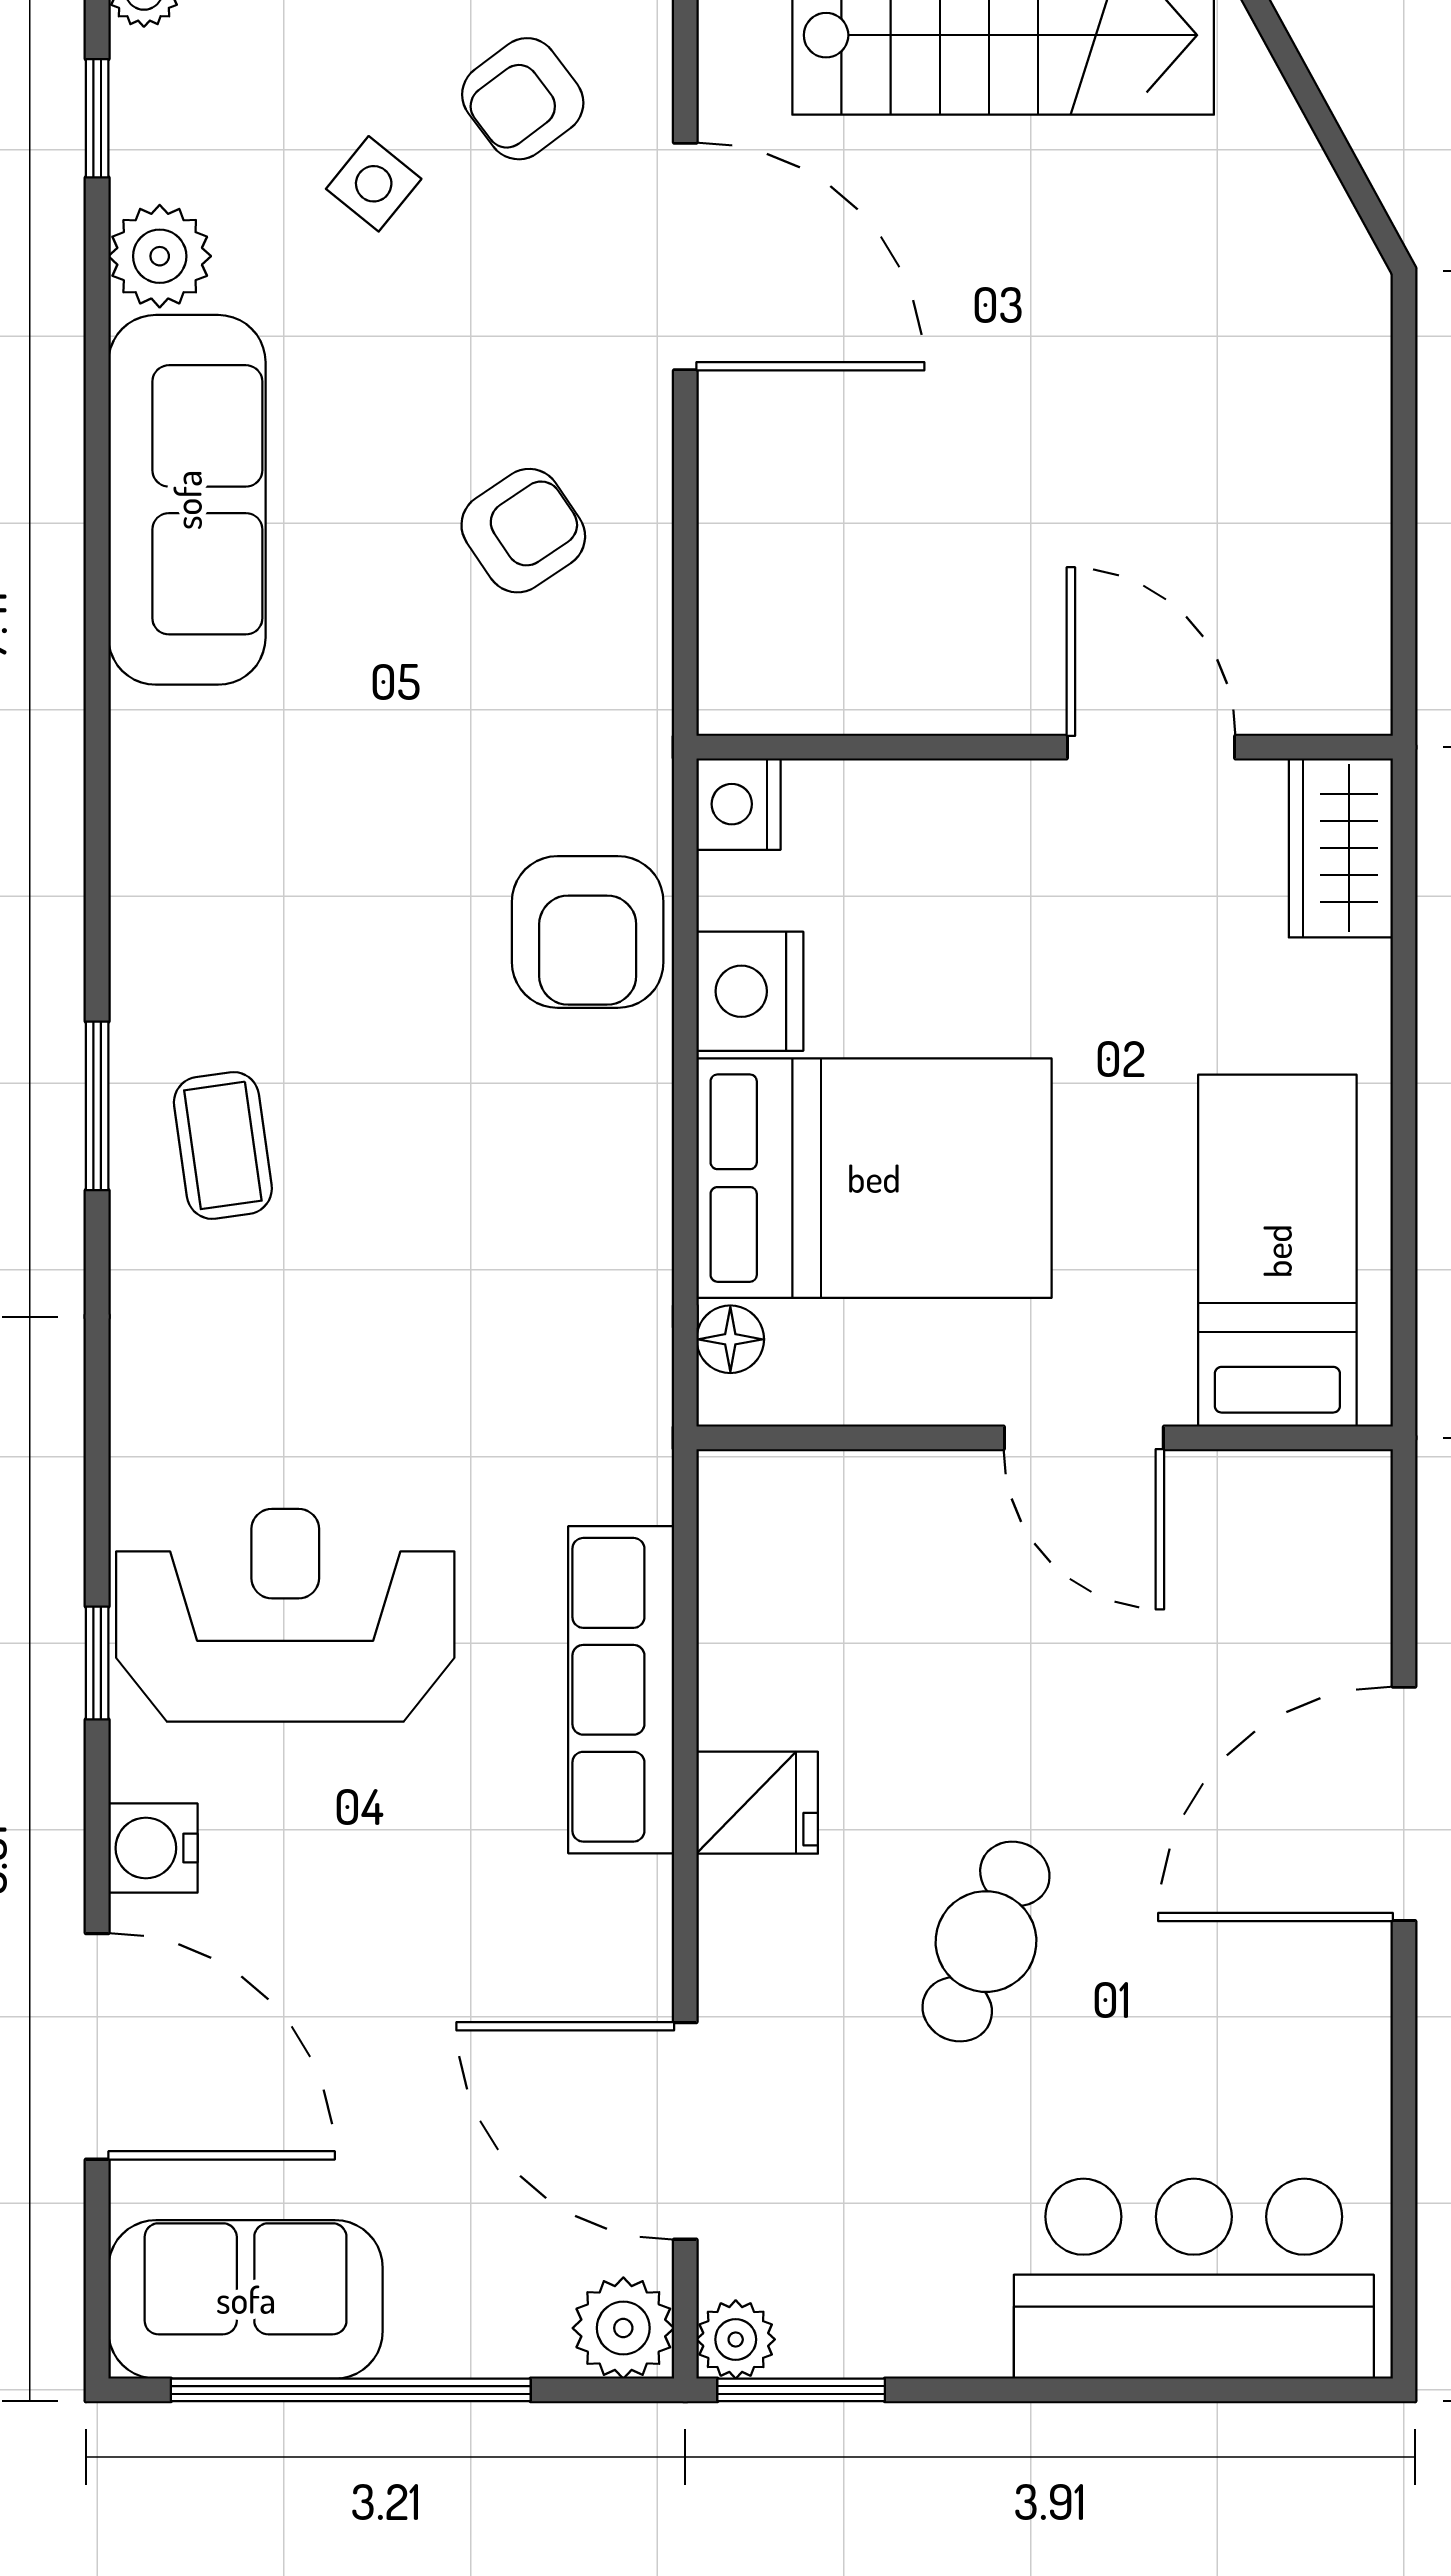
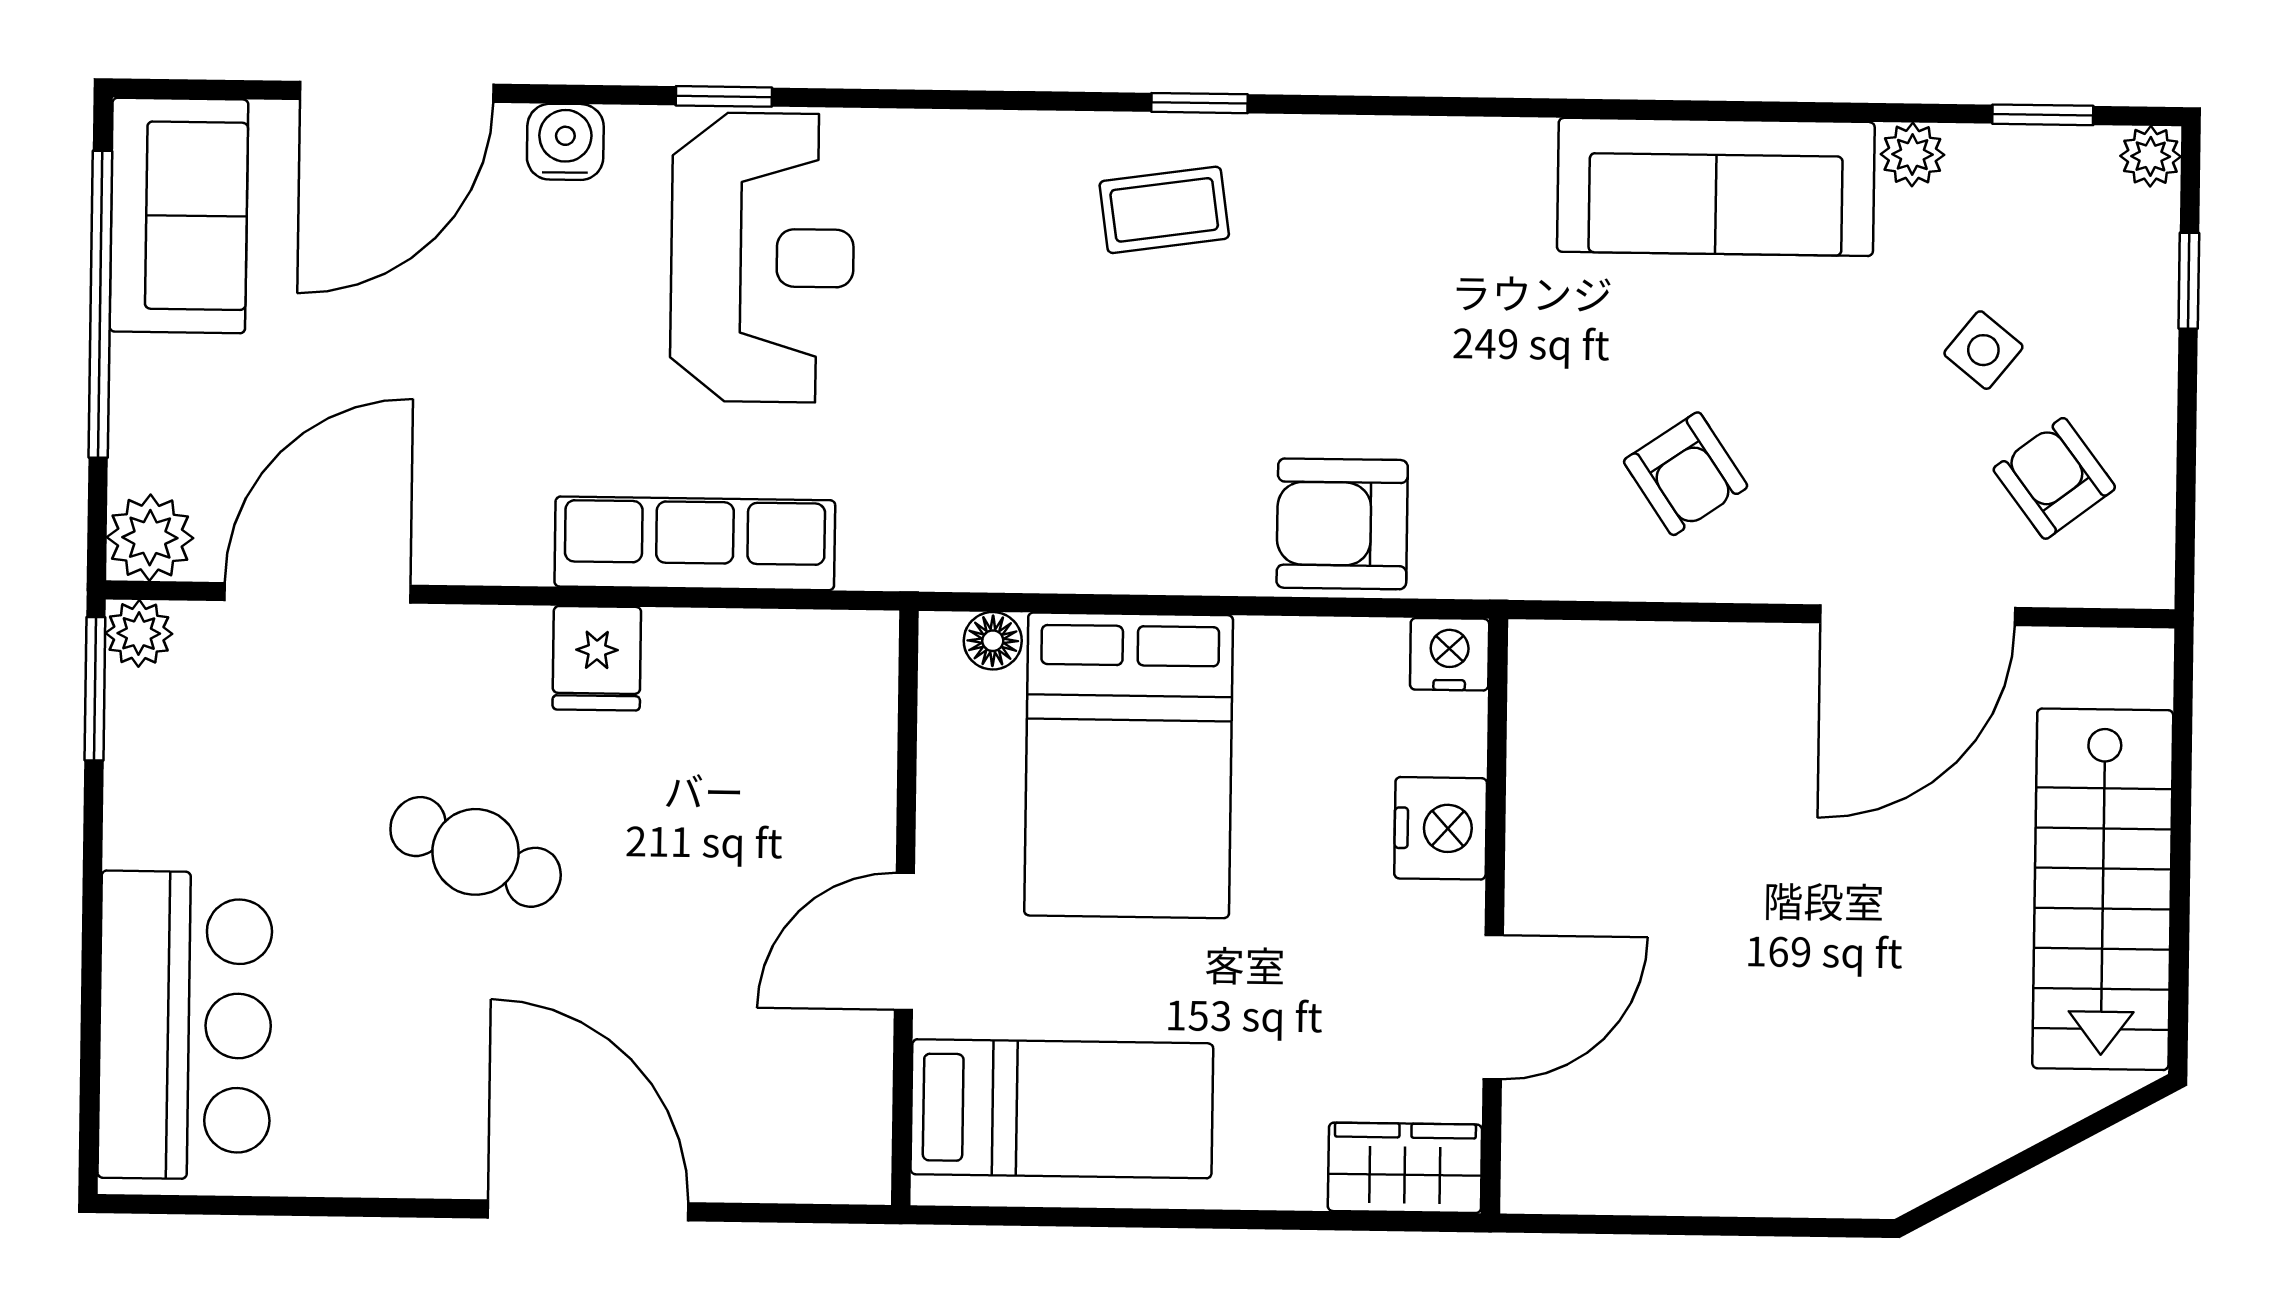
plant: (160, 256) -> (1912, 154), width x0.73, depth x0.73
nightstand: (750, 991) -> (1441, 828), moved, turned 90
window: (97, 1106) -> (1200, 103), width x0.67

